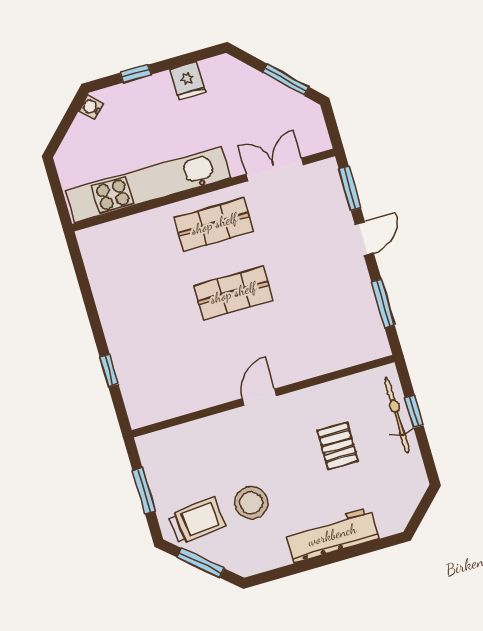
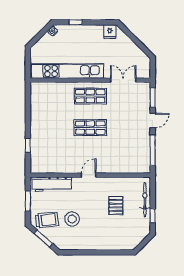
window: (286, 80) -> (139, 43), removed
fridge: (188, 81) -> (110, 32), moved
window: (383, 303) -> (153, 150), width x1.44
window: (414, 412) -> (153, 216), moved
workbench: (332, 535) -> (52, 184), moved, turned 180

